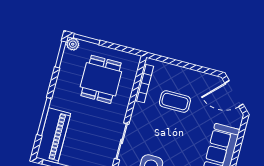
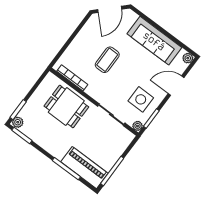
dining table: (101, 79) -> (66, 107), moved
coffee table: (175, 102) -> (107, 60), moved

